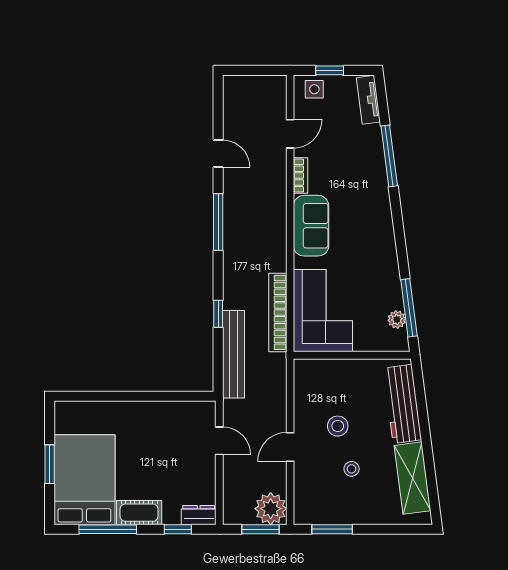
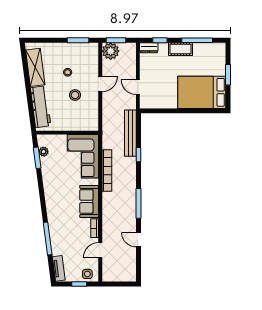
window: (409, 308) -> (37, 158), width x0.69
bookcase: (278, 312) -> (107, 170), moved
bed: (84, 480) -> (202, 92), moved, turned 90

